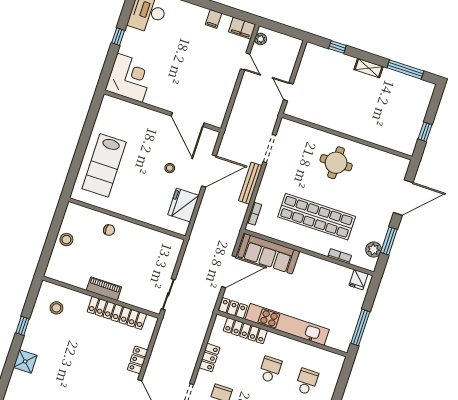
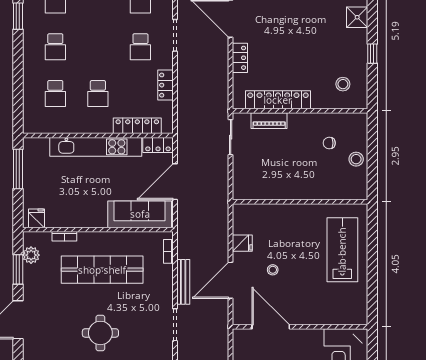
fridge: (183, 205) -> (242, 243), width x0.53, depth x0.75
chair: (109, 230) -> (329, 143), moved
piano: (104, 289) -> (269, 121), moved

